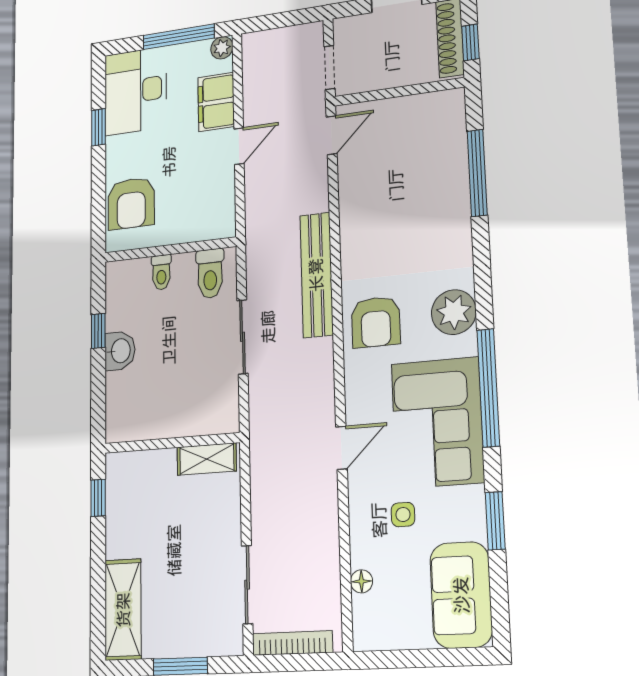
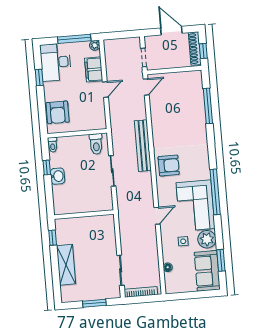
toilet: (161, 272) -> (53, 145), moved
plant: (454, 312) -> (207, 239), moved
armchair: (376, 322) -> (169, 165), turned -90
shelving: (207, 459) -> (100, 221), removed
window: (495, 521) -> (221, 260), moved
shelving: (123, 610) -> (66, 265), moved

